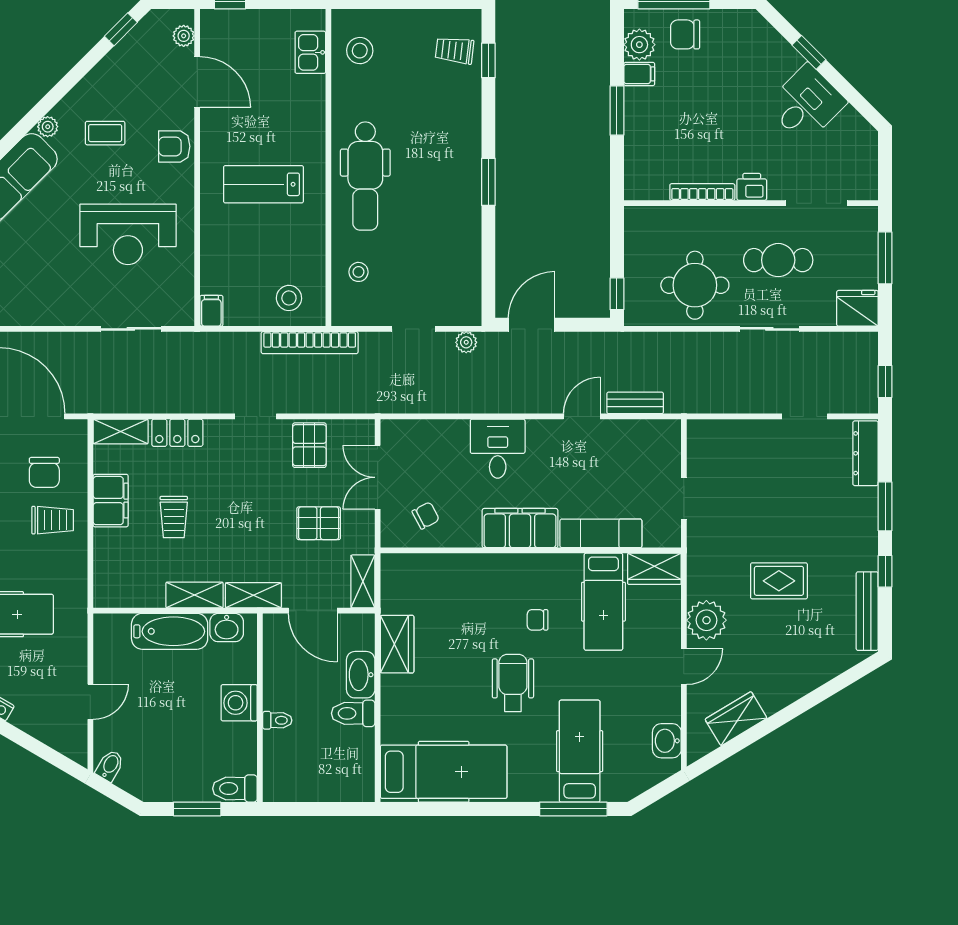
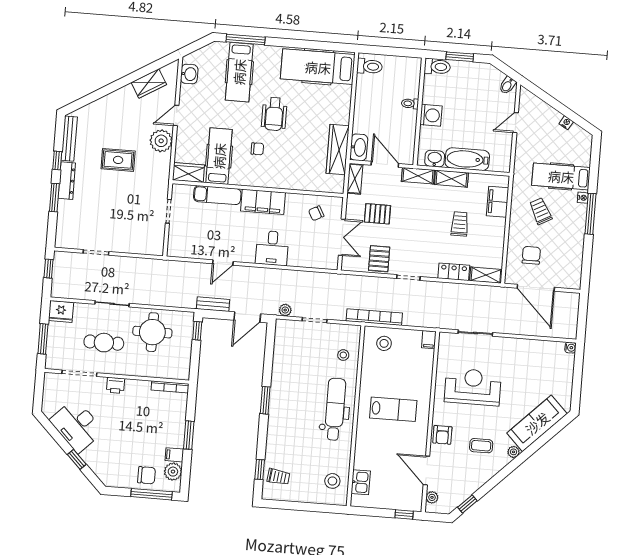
desk: (806, 104) -> (77, 426), width x1.37
armchair: (174, 146) -> (442, 435), turned 90
bookcase: (702, 192) -> (170, 387), moved
bench: (635, 403) -> (213, 304), moved
dresser: (866, 453) -> (67, 181), moved
filing cabinet: (111, 501) -> (498, 202), moved
trolley: (53, 520) -> (541, 211), moved, turned 62
wardrobe: (397, 644) -> (338, 150), width x1.50
washbasin: (361, 675) -> (359, 147), moved
toilet: (353, 713) -> (370, 66), moved

